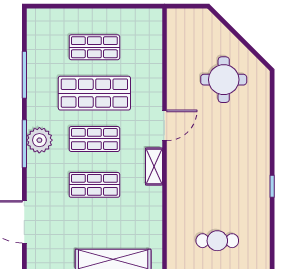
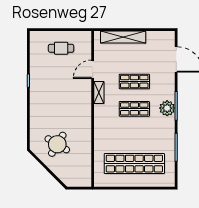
shop shelf: (94, 47) -> (134, 164), width x2.00, depth x1.36
round table: (224, 80) -> (57, 144), turned 31
shop shelf: (94, 93) -> (134, 136), removed
door: (164, 125) -> (93, 69), moved

